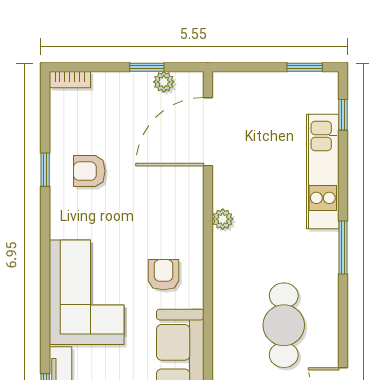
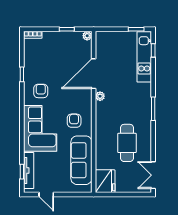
plant: (164, 82) -> (87, 36), moved
door: (208, 132) -> (94, 74), moved
armchair: (89, 171) -> (41, 91), moved, turned 90
kitchen unit: (323, 172) -> (144, 57), moved

